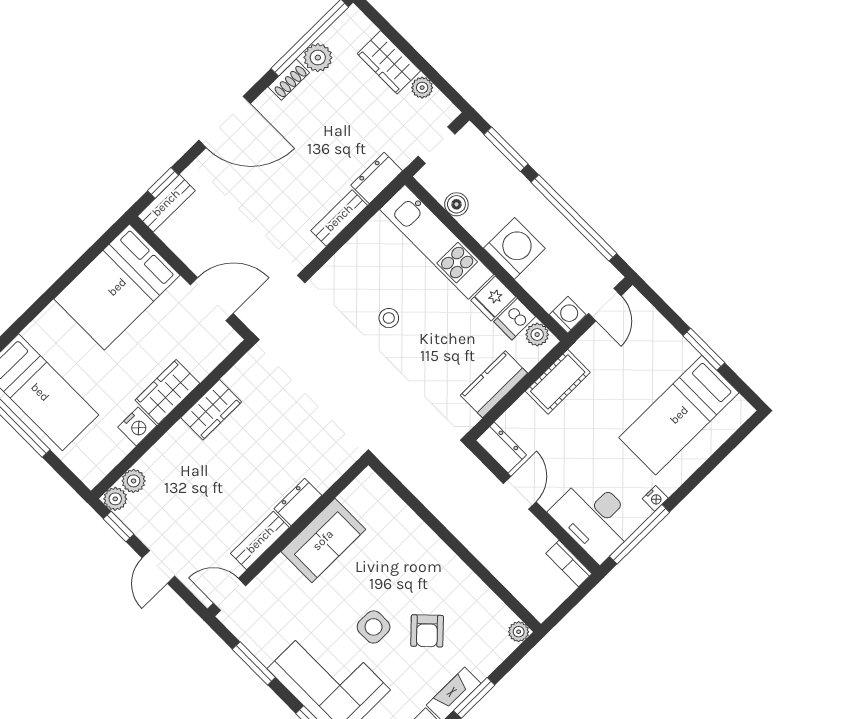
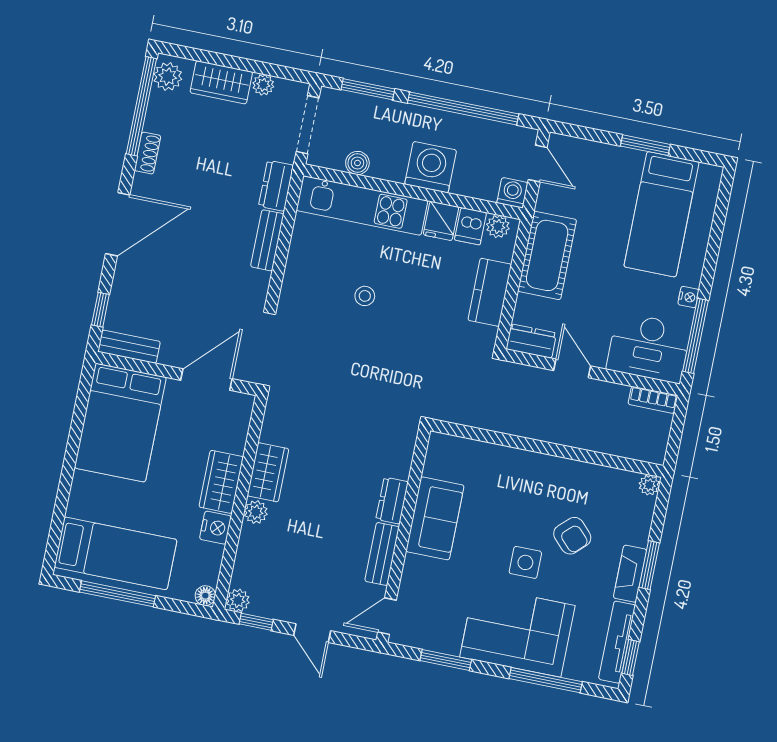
plant: (318, 58) -> (168, 77), moved
doorway: (437, 145) -> (308, 125), width x1.38
bench: (166, 203) -> (129, 347), moved, turned 90
cot: (558, 382) -> (547, 255), width x1.37, depth x1.34
floor lamp: (91, 477) -> (205, 596), added
plant: (134, 481) -> (256, 512), moved

